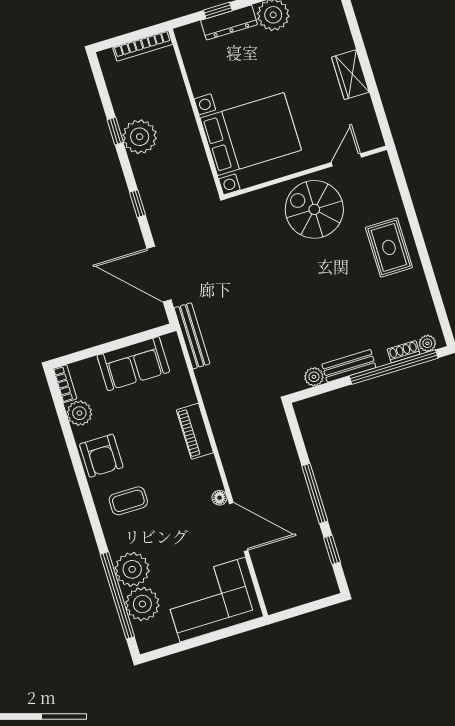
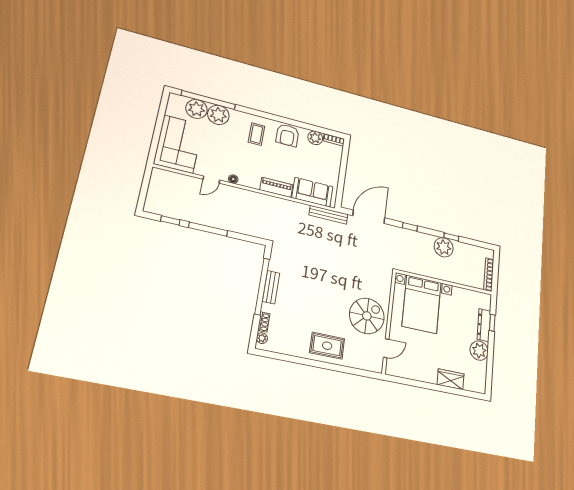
wardrobe: (350, 75) -> (451, 379), moved
door: (346, 160) -> (386, 348), hinge flipped
sofa: (133, 364) -> (312, 192), moved, turned 90
window: (394, 367) -> (262, 286), moved
plant: (314, 377) -> (274, 265), removed
armchair: (101, 456) -> (287, 135), turned -90
door: (239, 527) -> (211, 180), width x0.53

